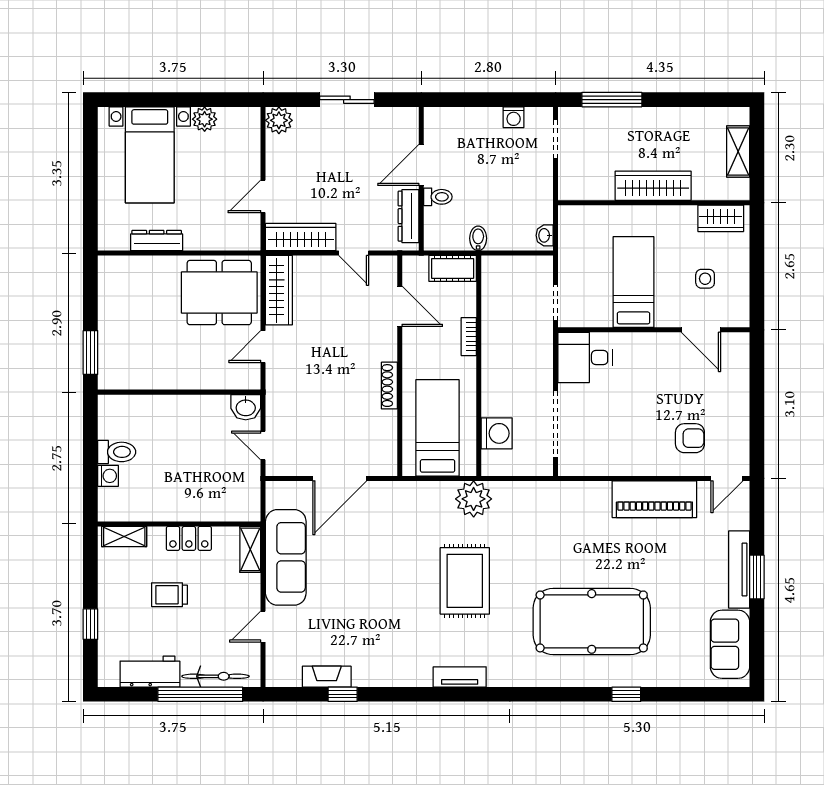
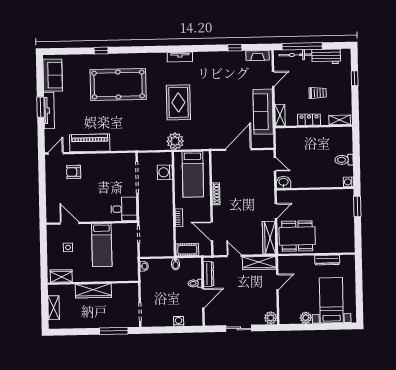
washing machine: (514, 117) -> (179, 321), moved
washing machine: (108, 476) -> (348, 182), moved
fireplace: (327, 677) -> (258, 56), moved

